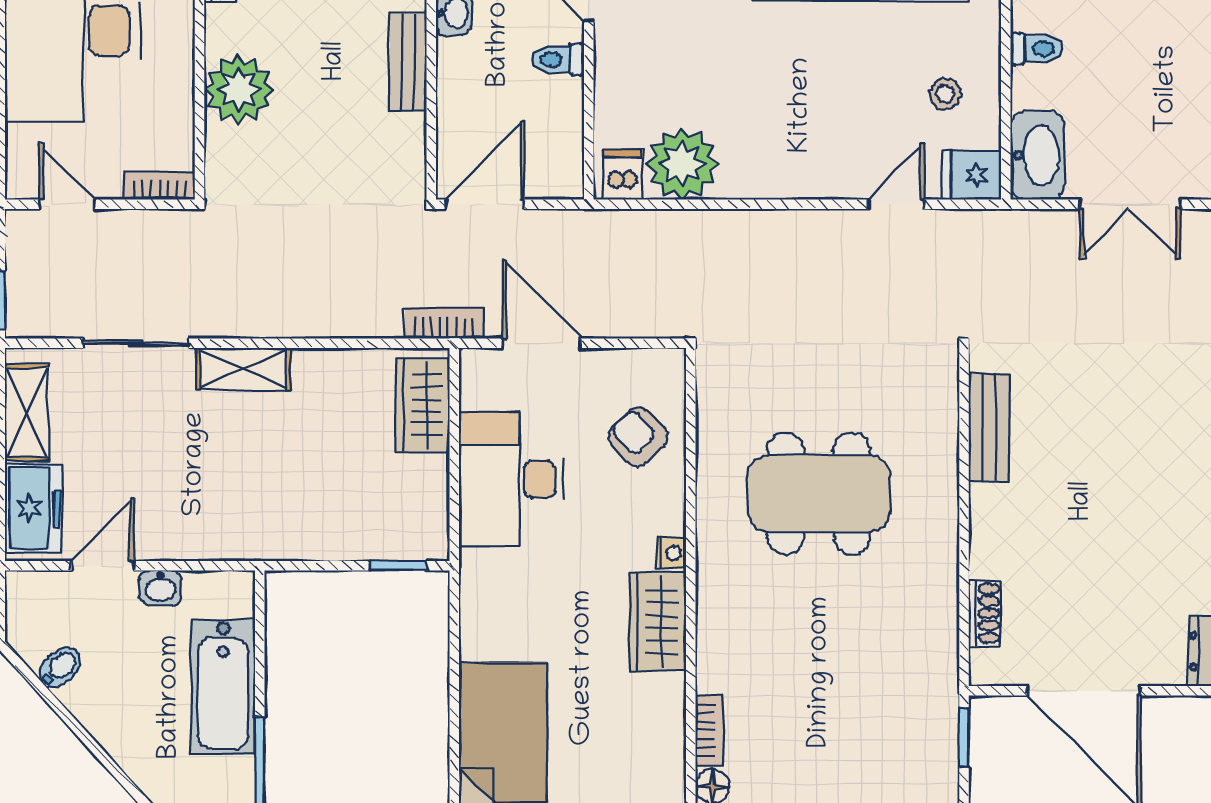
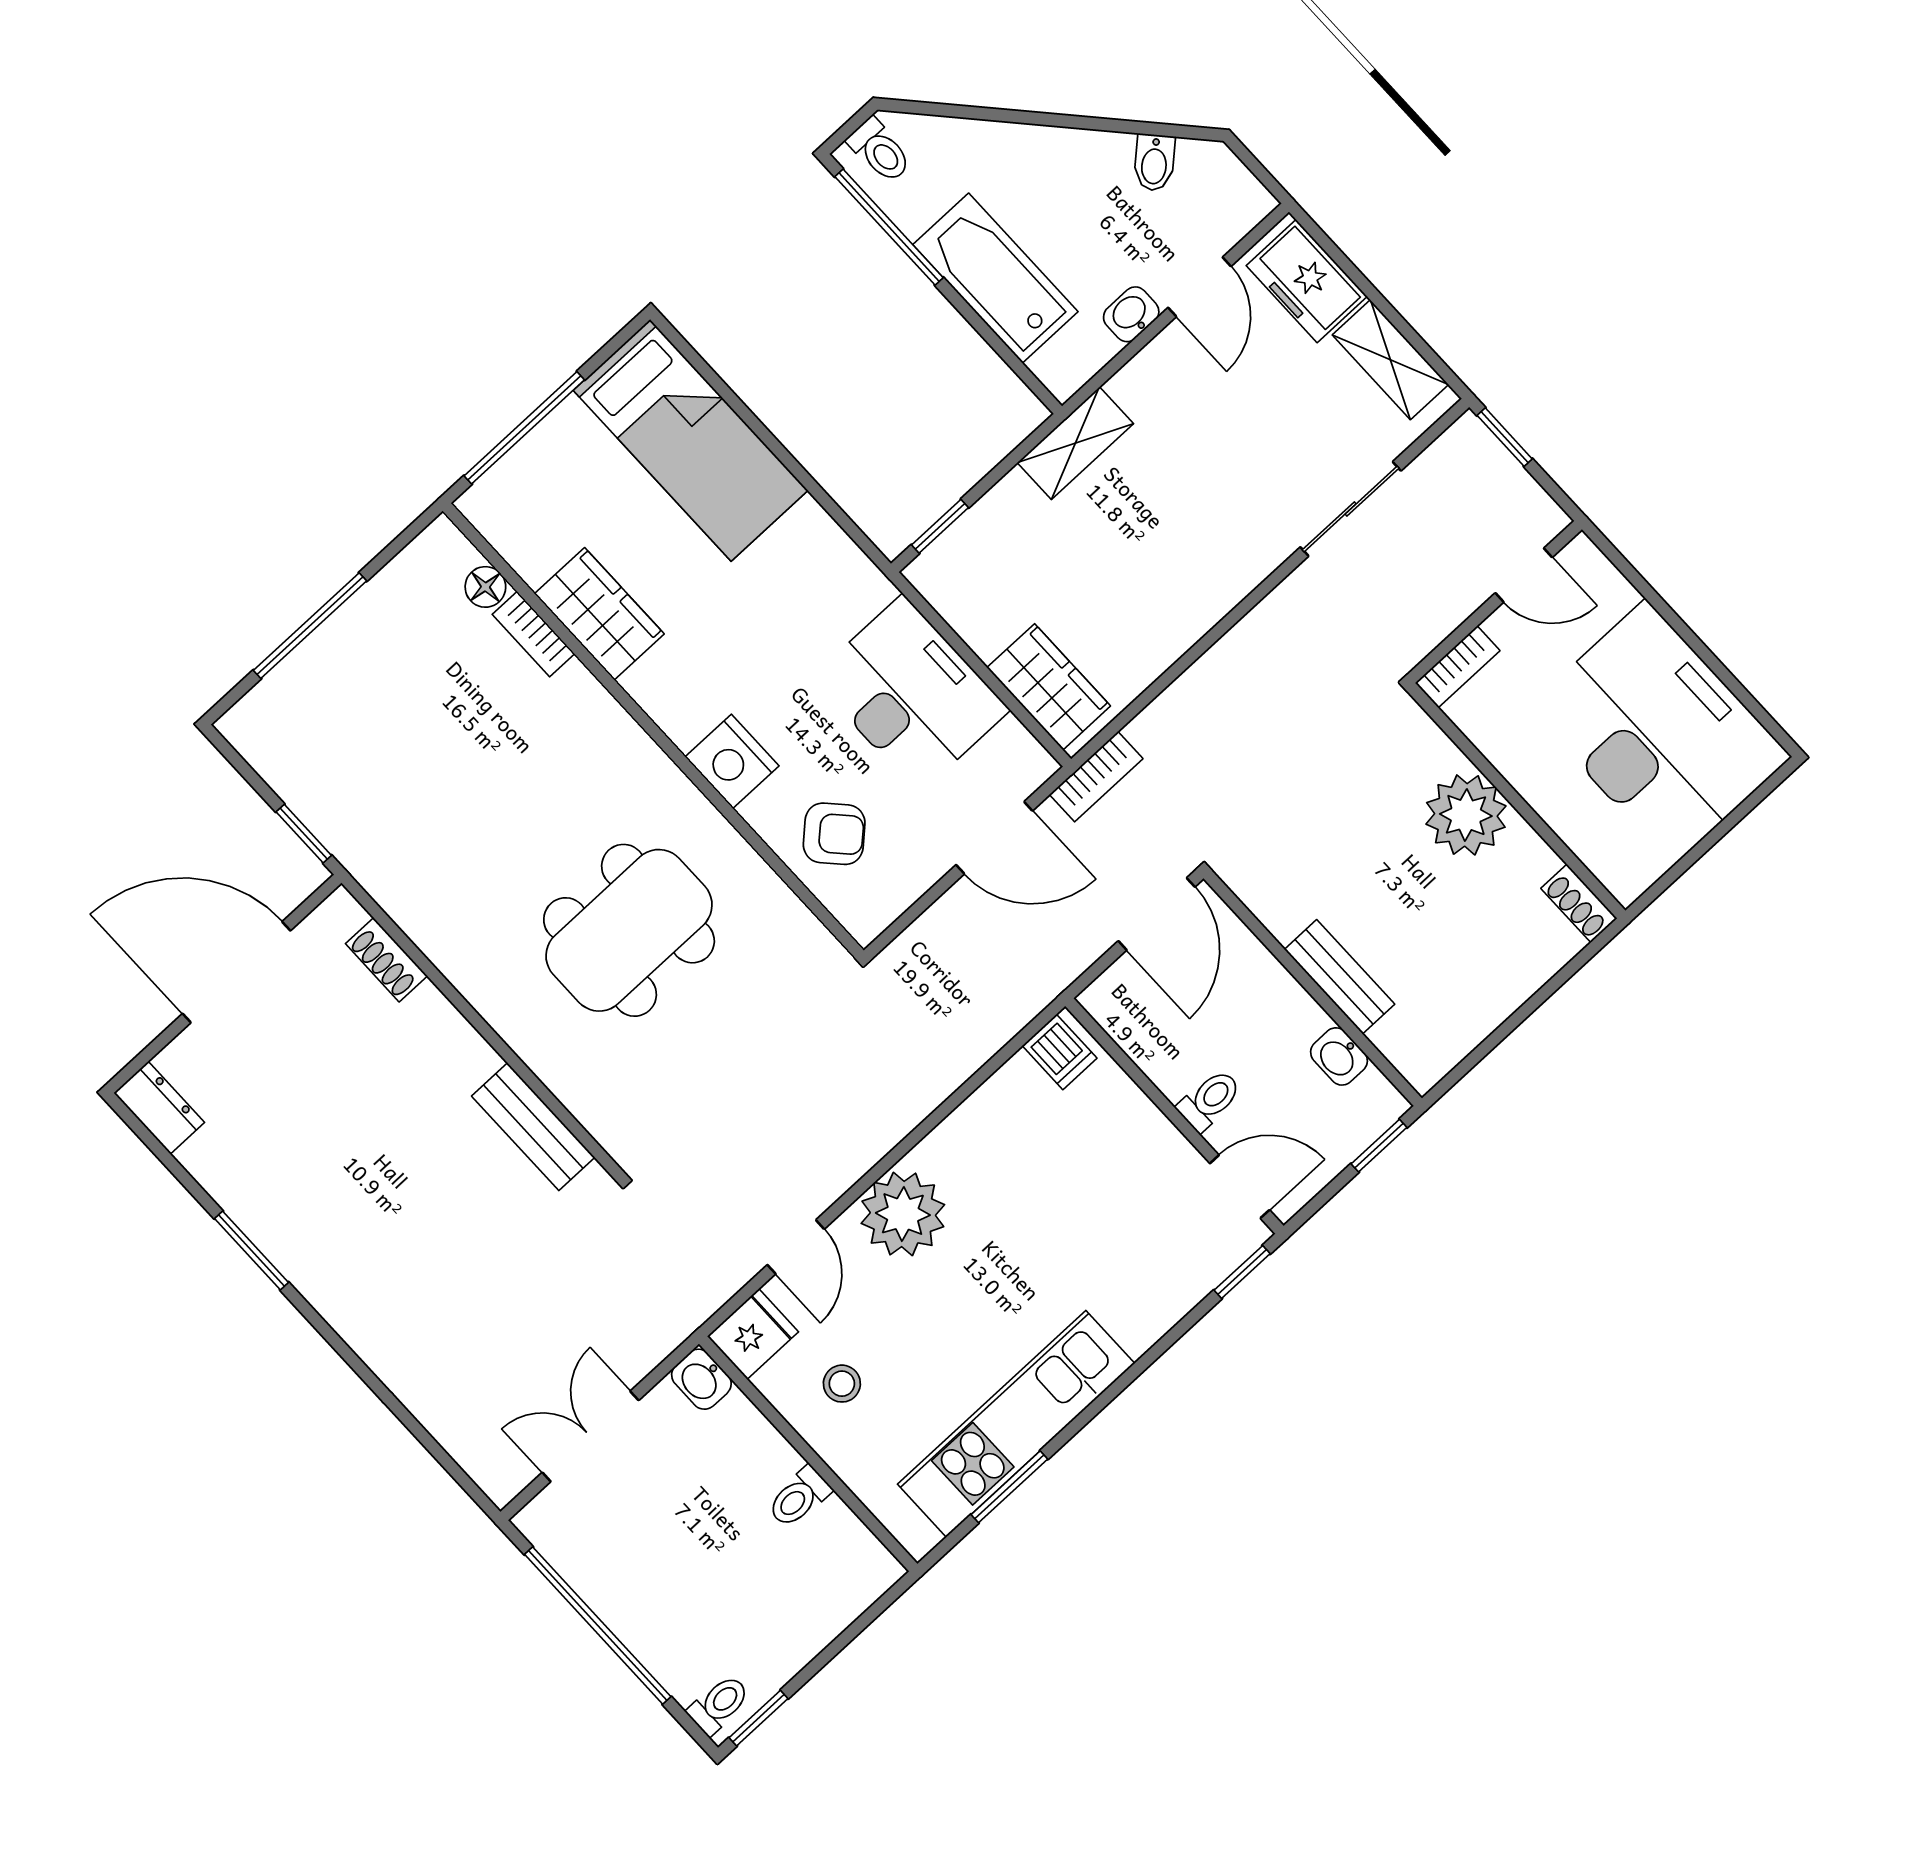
washbasin: (1037, 155) -> (701, 1379), width x0.52, depth x0.69
plant: (682, 164) -> (903, 1214), moved
shelving: (243, 369) -> (1075, 443), moved
nightstand: (671, 553) -> (732, 761), width x1.89, depth x1.79
wardrobe: (657, 622) -> (599, 614), moved

